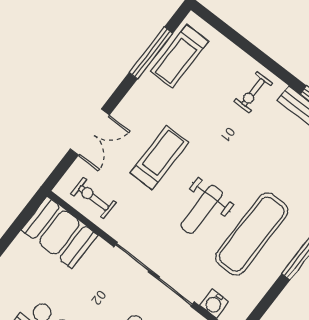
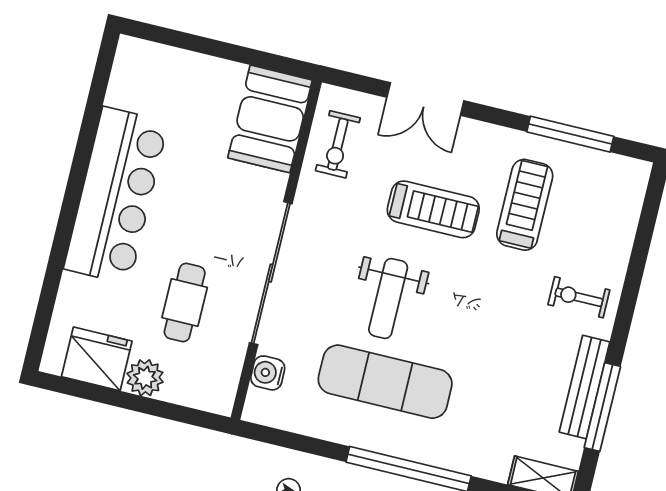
treadmill: (180, 56) -> (525, 205), moved, turned 90
exercise bike: (94, 198) -> (338, 144), turned 180
weight bench: (202, 209) -> (388, 299), turned -90

